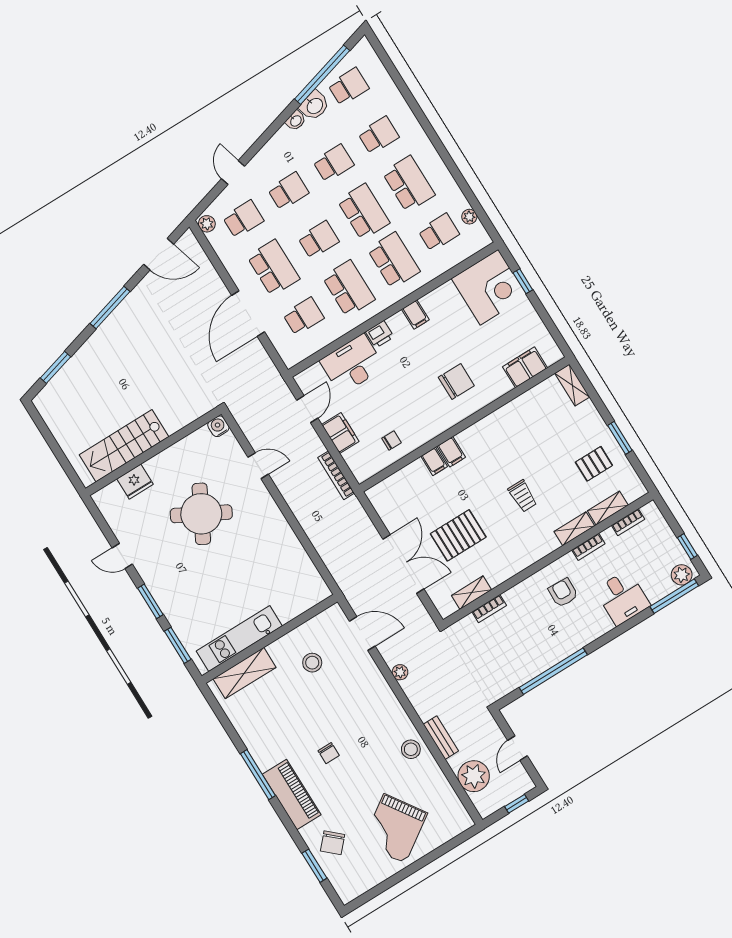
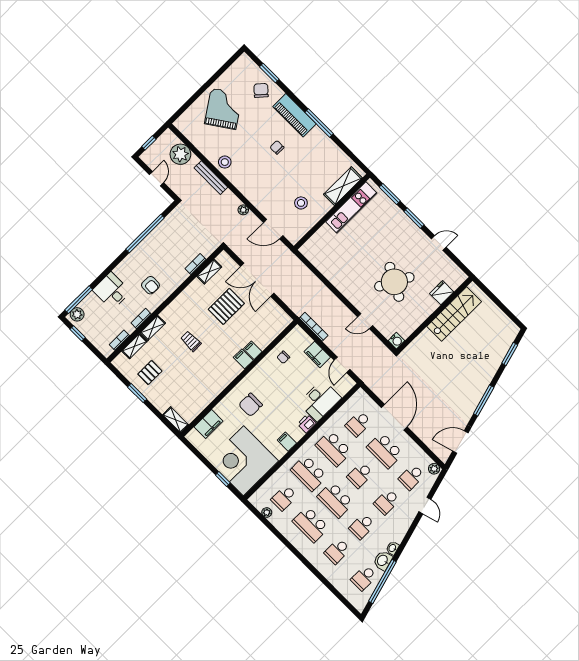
corner desk: (489, 287) -> (243, 461), width x1.36, depth x1.36
bench: (441, 738) -> (211, 178), width x1.36

